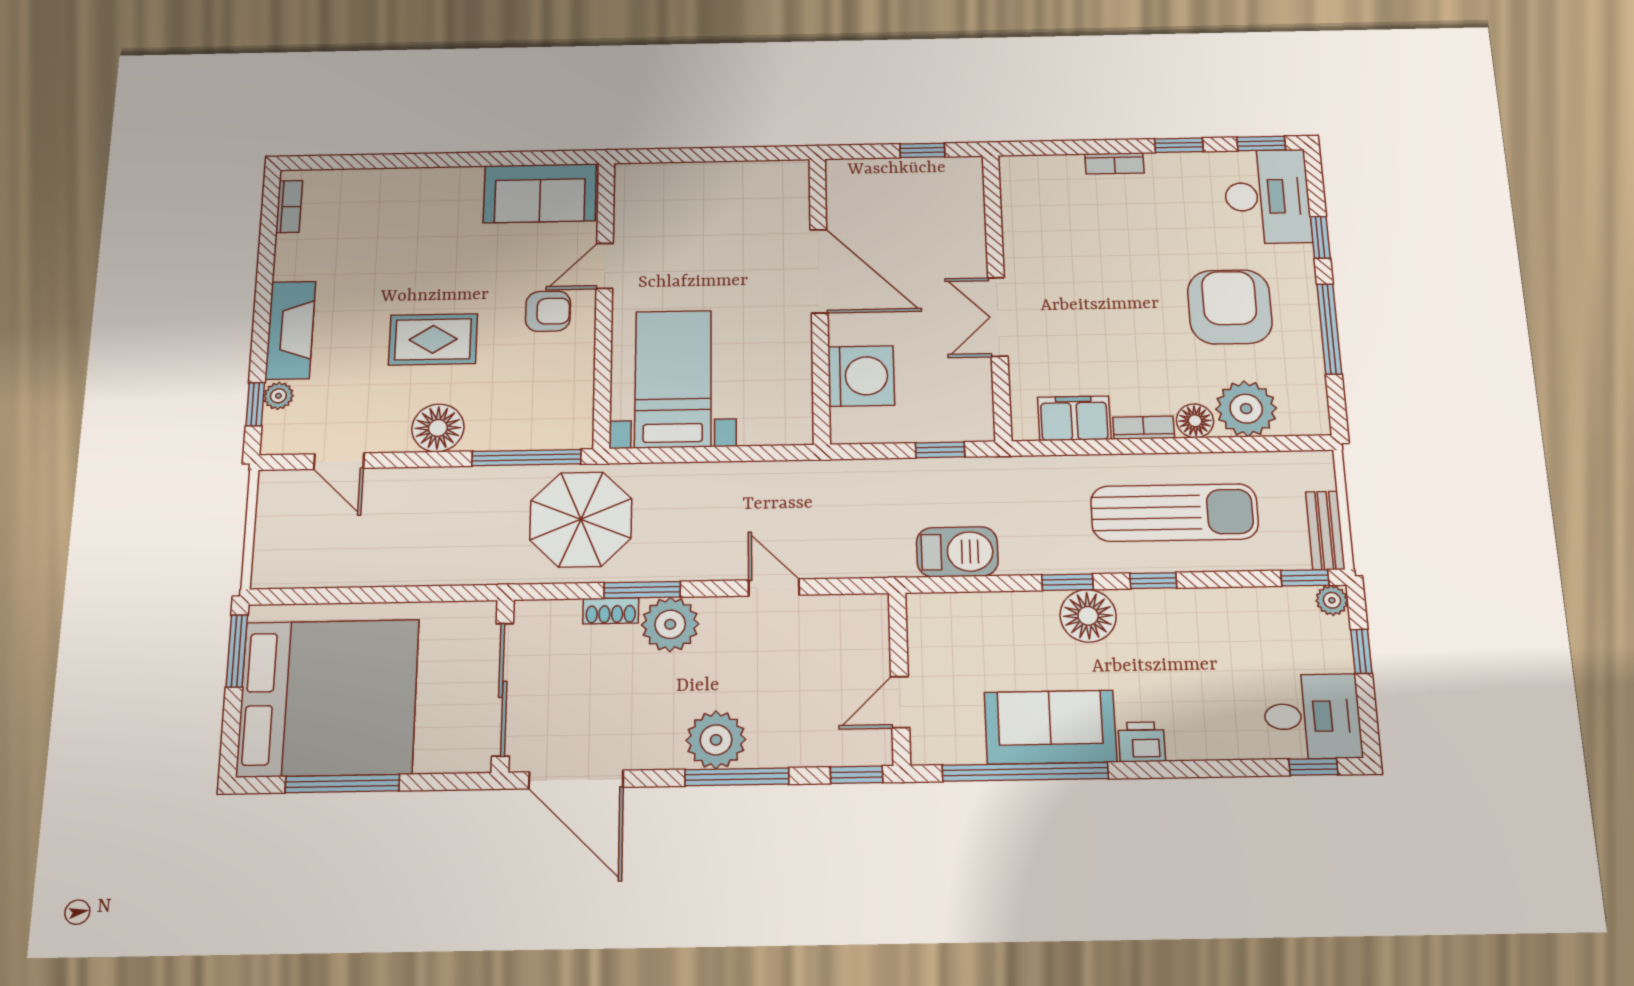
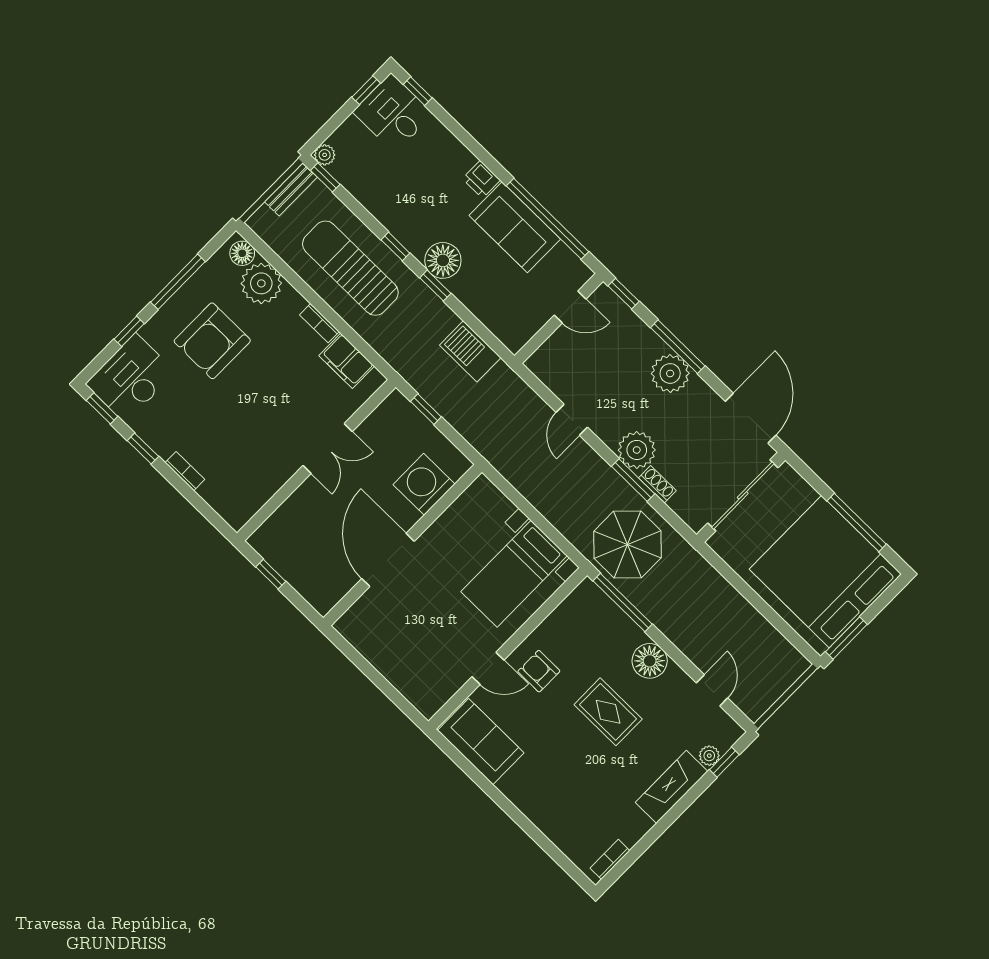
floor lamp: (1195, 421) -> (242, 253), moved
window: (1361, 651) -> (366, 90), moved

